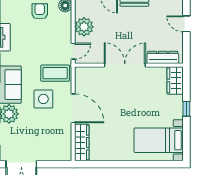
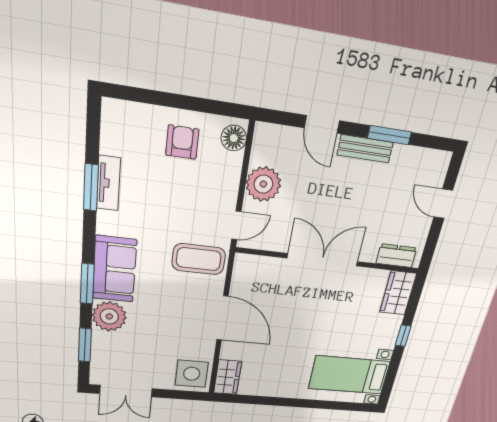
dresser: (163, 57) -> (396, 256), width x0.70
side table: (43, 99) -> (192, 374), moved
wardrobe: (82, 143) -> (228, 377), width x0.67

